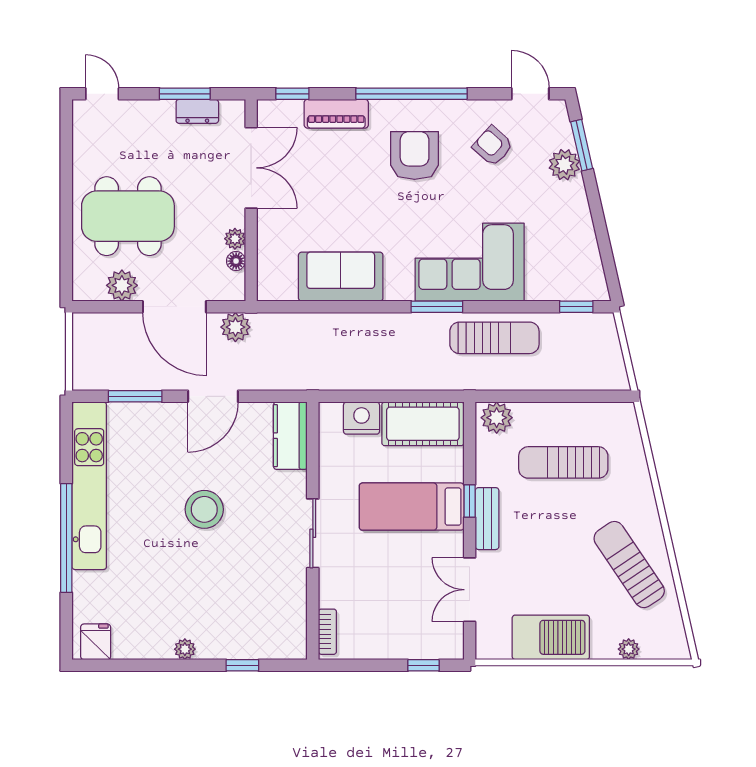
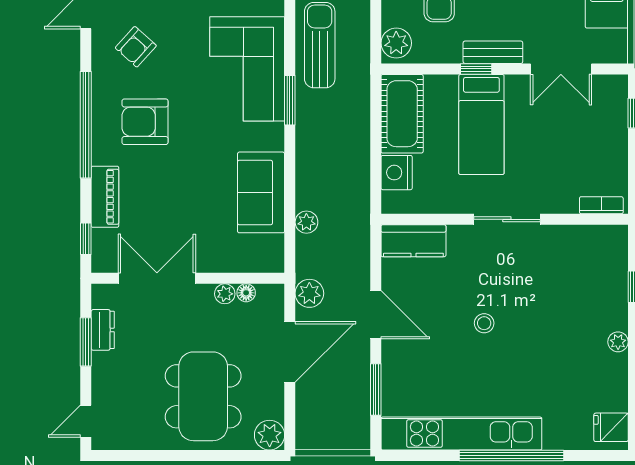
plant: (122, 285) -> (270, 435), moved
plant: (310, 324) -> (306, 222), added
stool: (204, 509) -> (484, 323), width x0.53, depth x0.53

